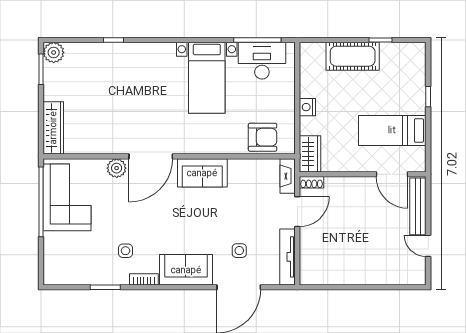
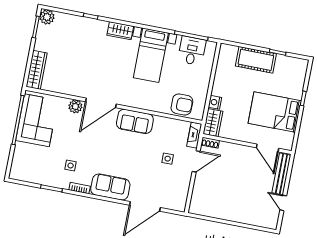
wardrobe: (158, 52) -> (120, 31), added
desk: (262, 61) -> (192, 51), width x0.73
nightstand: (307, 107) -> (215, 102), moved
bed: (392, 130) -> (275, 112), width x1.50
side table: (239, 251) -> (168, 159), moved
tv unit: (288, 257) -> (183, 192), removed

